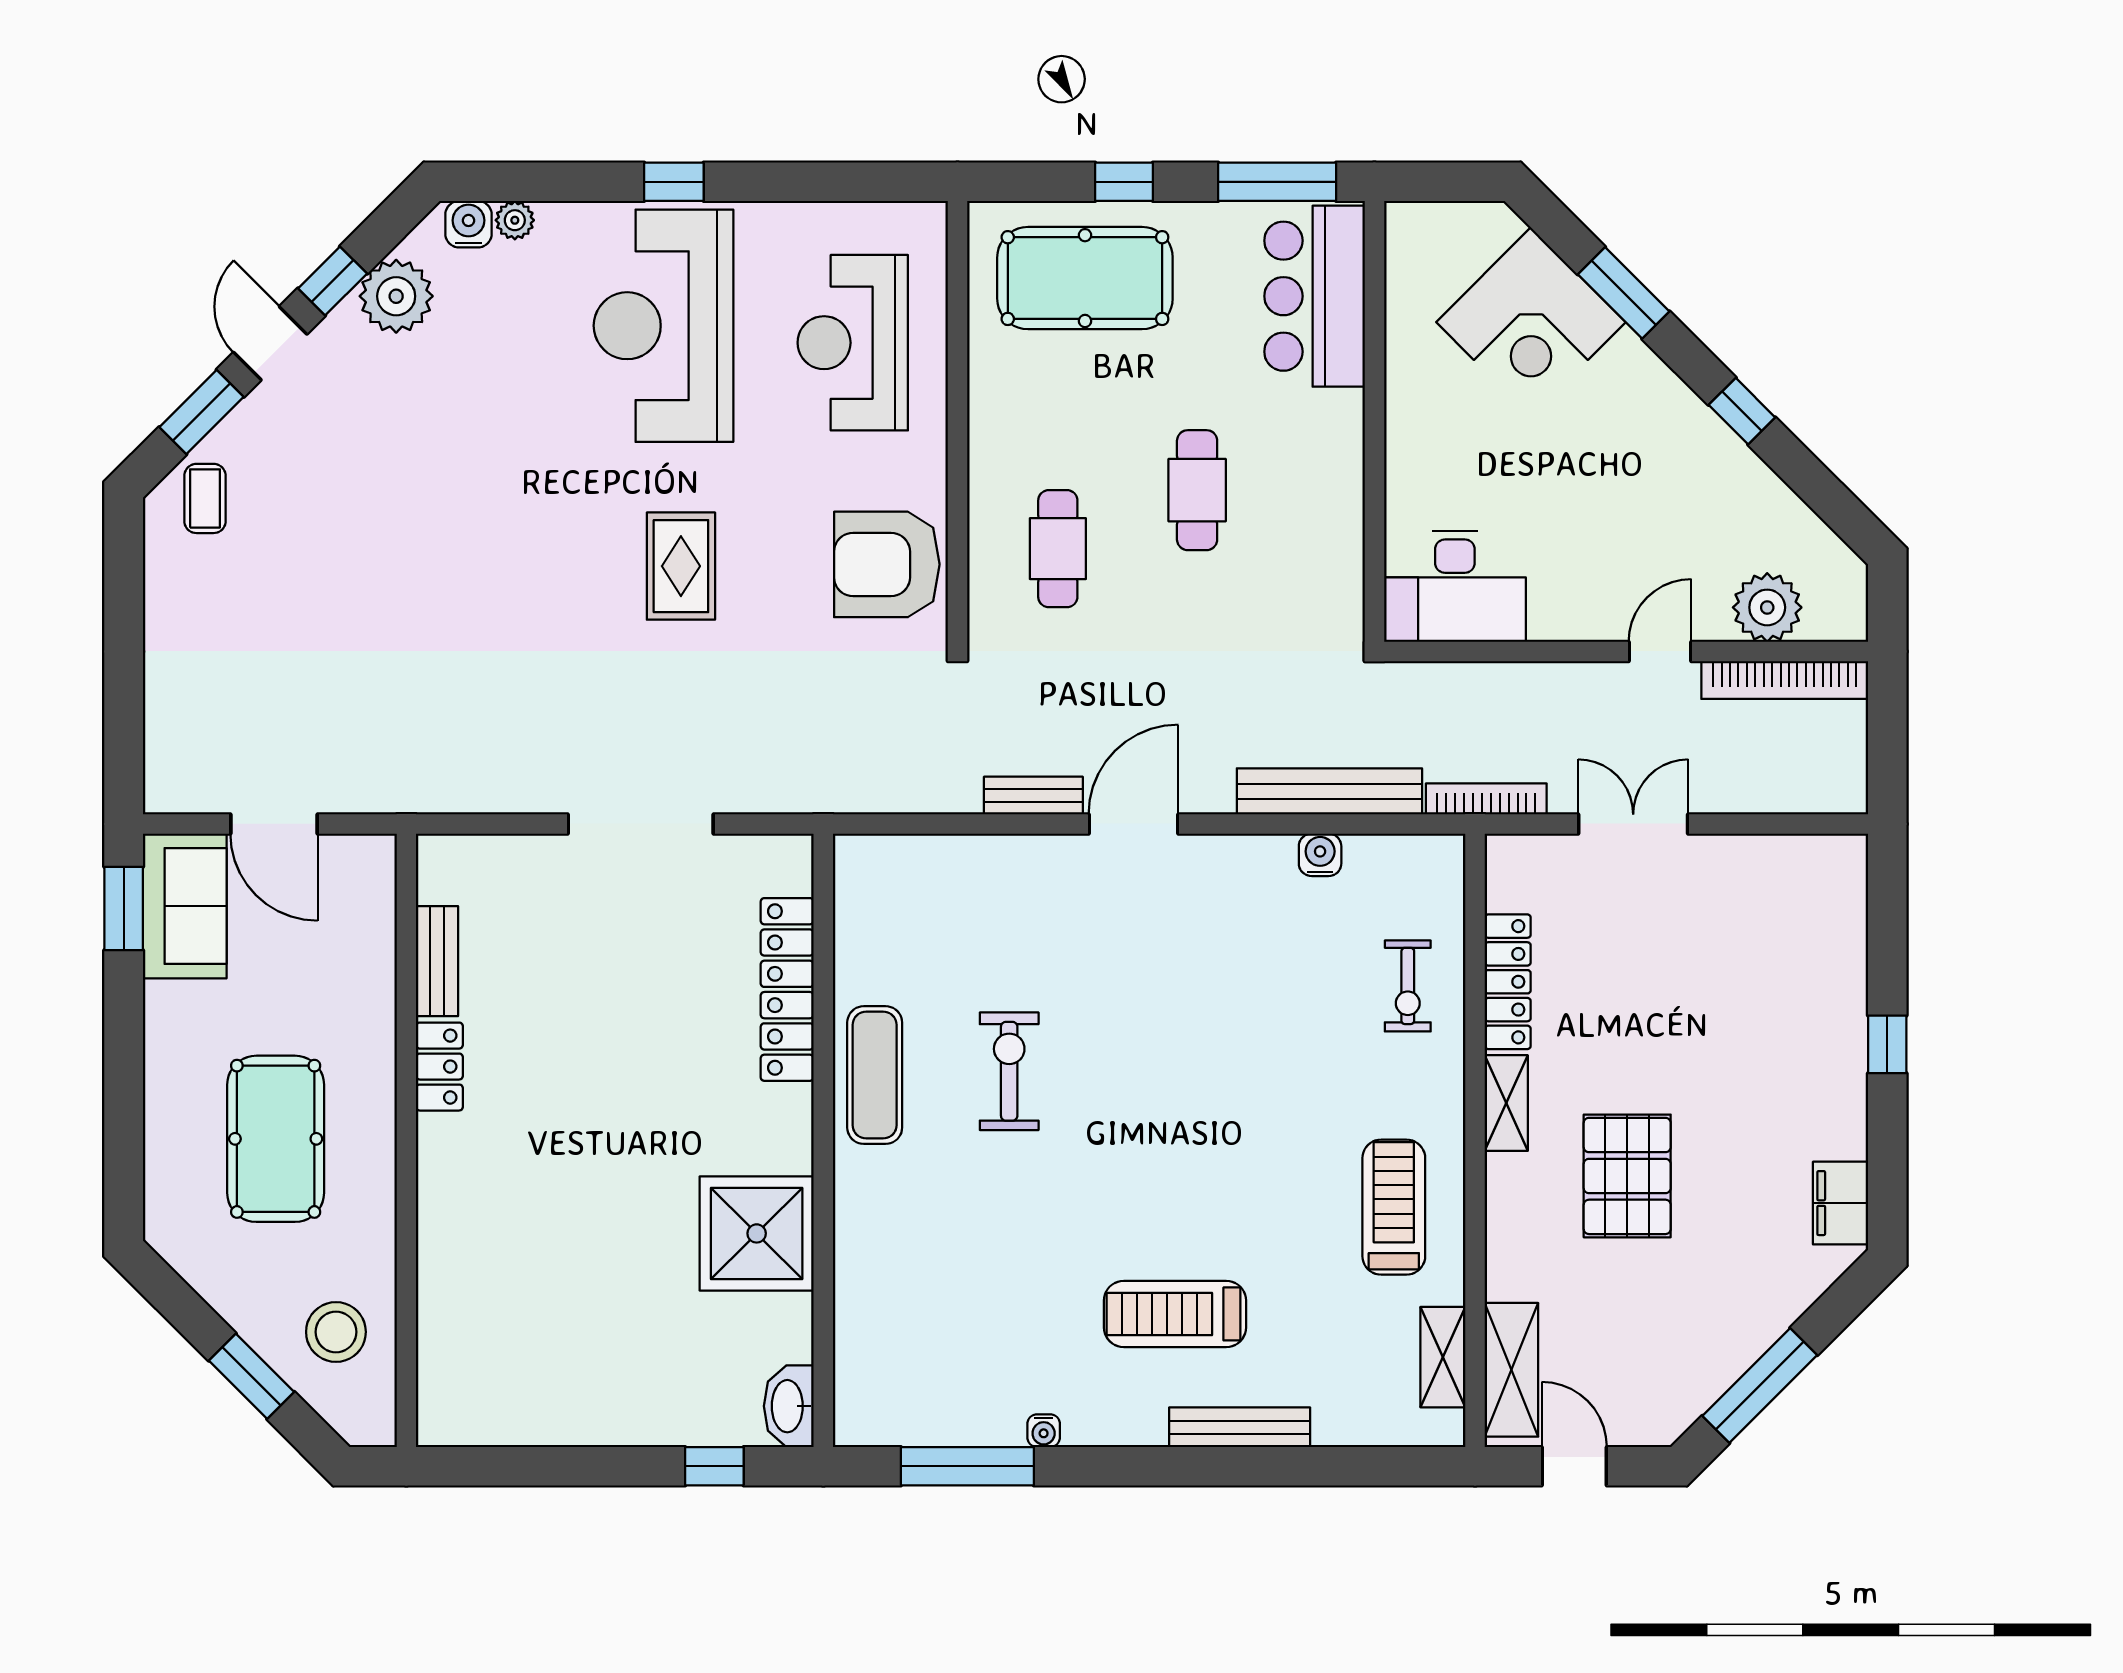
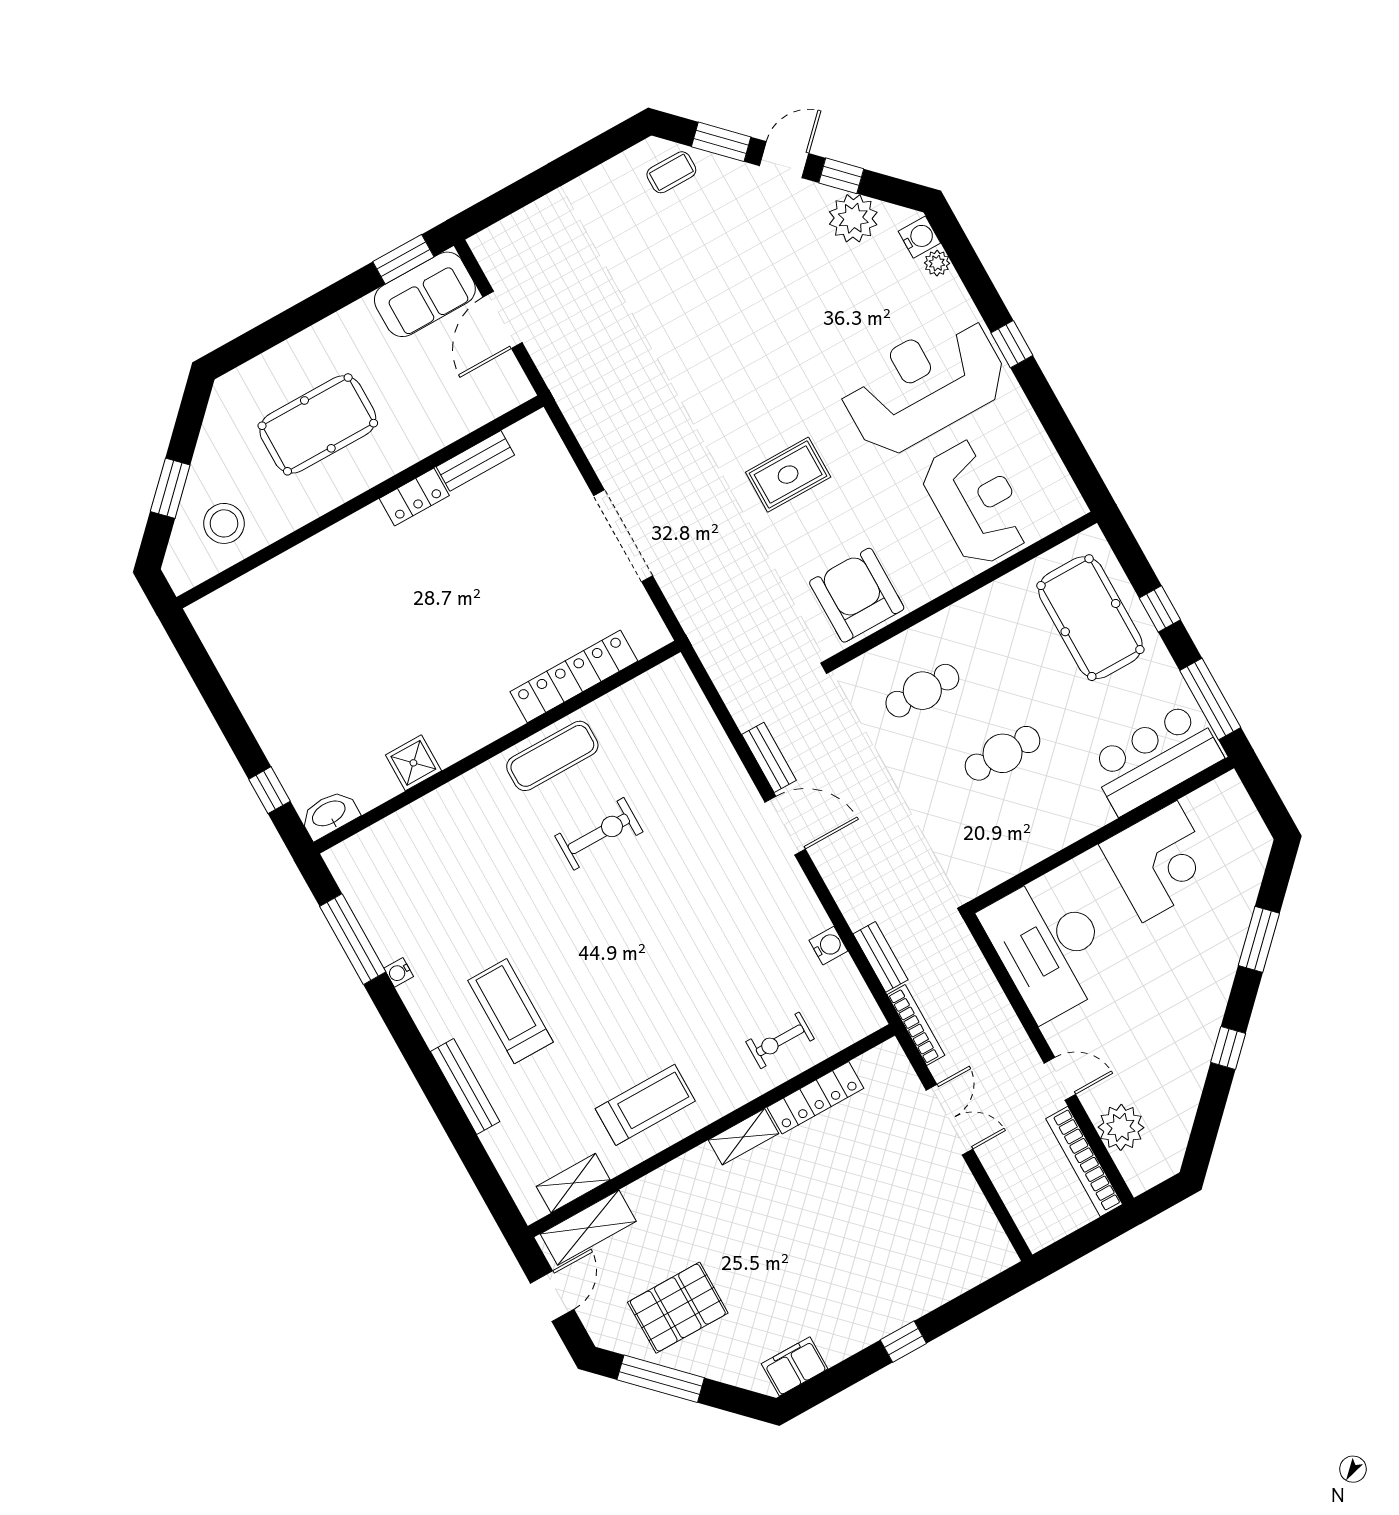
corner desk: (1531, 322) -> (1160, 862), moved, turned -135
reception desk: (853, 343) -> (976, 502), turned 90
desk: (1455, 586) -> (1049, 946), width x1.36, depth x1.30
bench: (1329, 791) -> (881, 957), width x0.54, depth x0.82
pallet: (1627, 1176) -> (678, 1308), moved
shower: (757, 1233) -> (413, 763), width x0.54, depth x0.54

